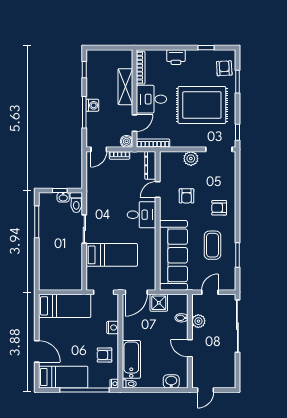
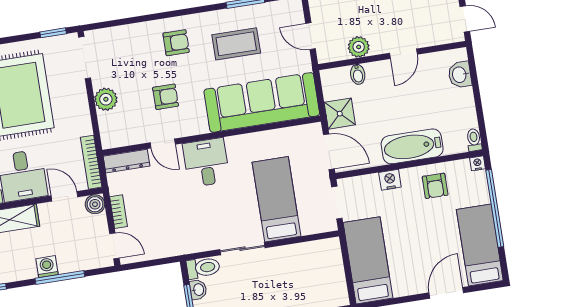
armchair: (219, 208) -> (176, 43), turned -90
bathtub: (131, 359) -> (412, 146), moved

